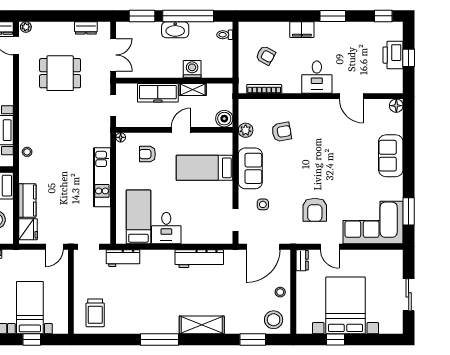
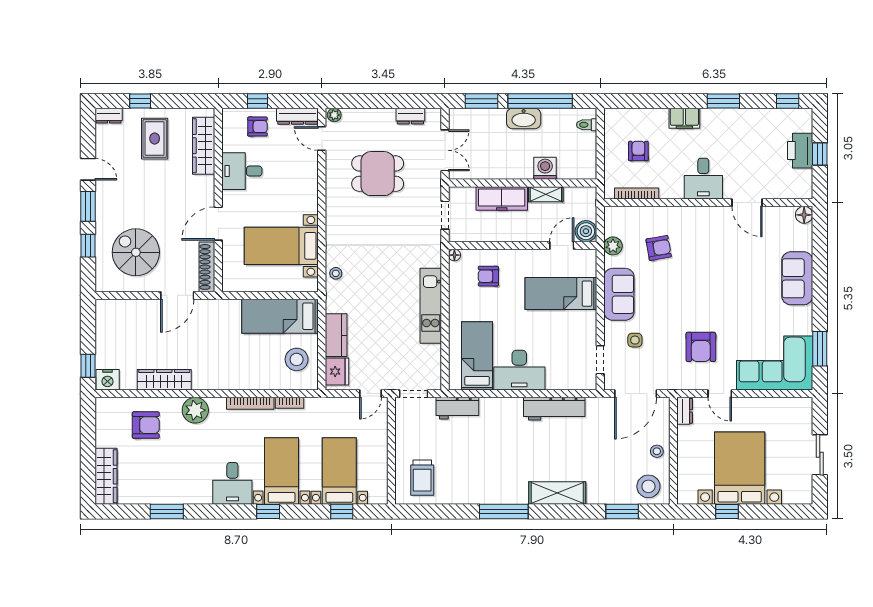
armchair: (266, 55) -> (638, 151), turned -119
door: (181, 130) -> (562, 246), moved
desk: (166, 228) -> (519, 370), width x1.37

